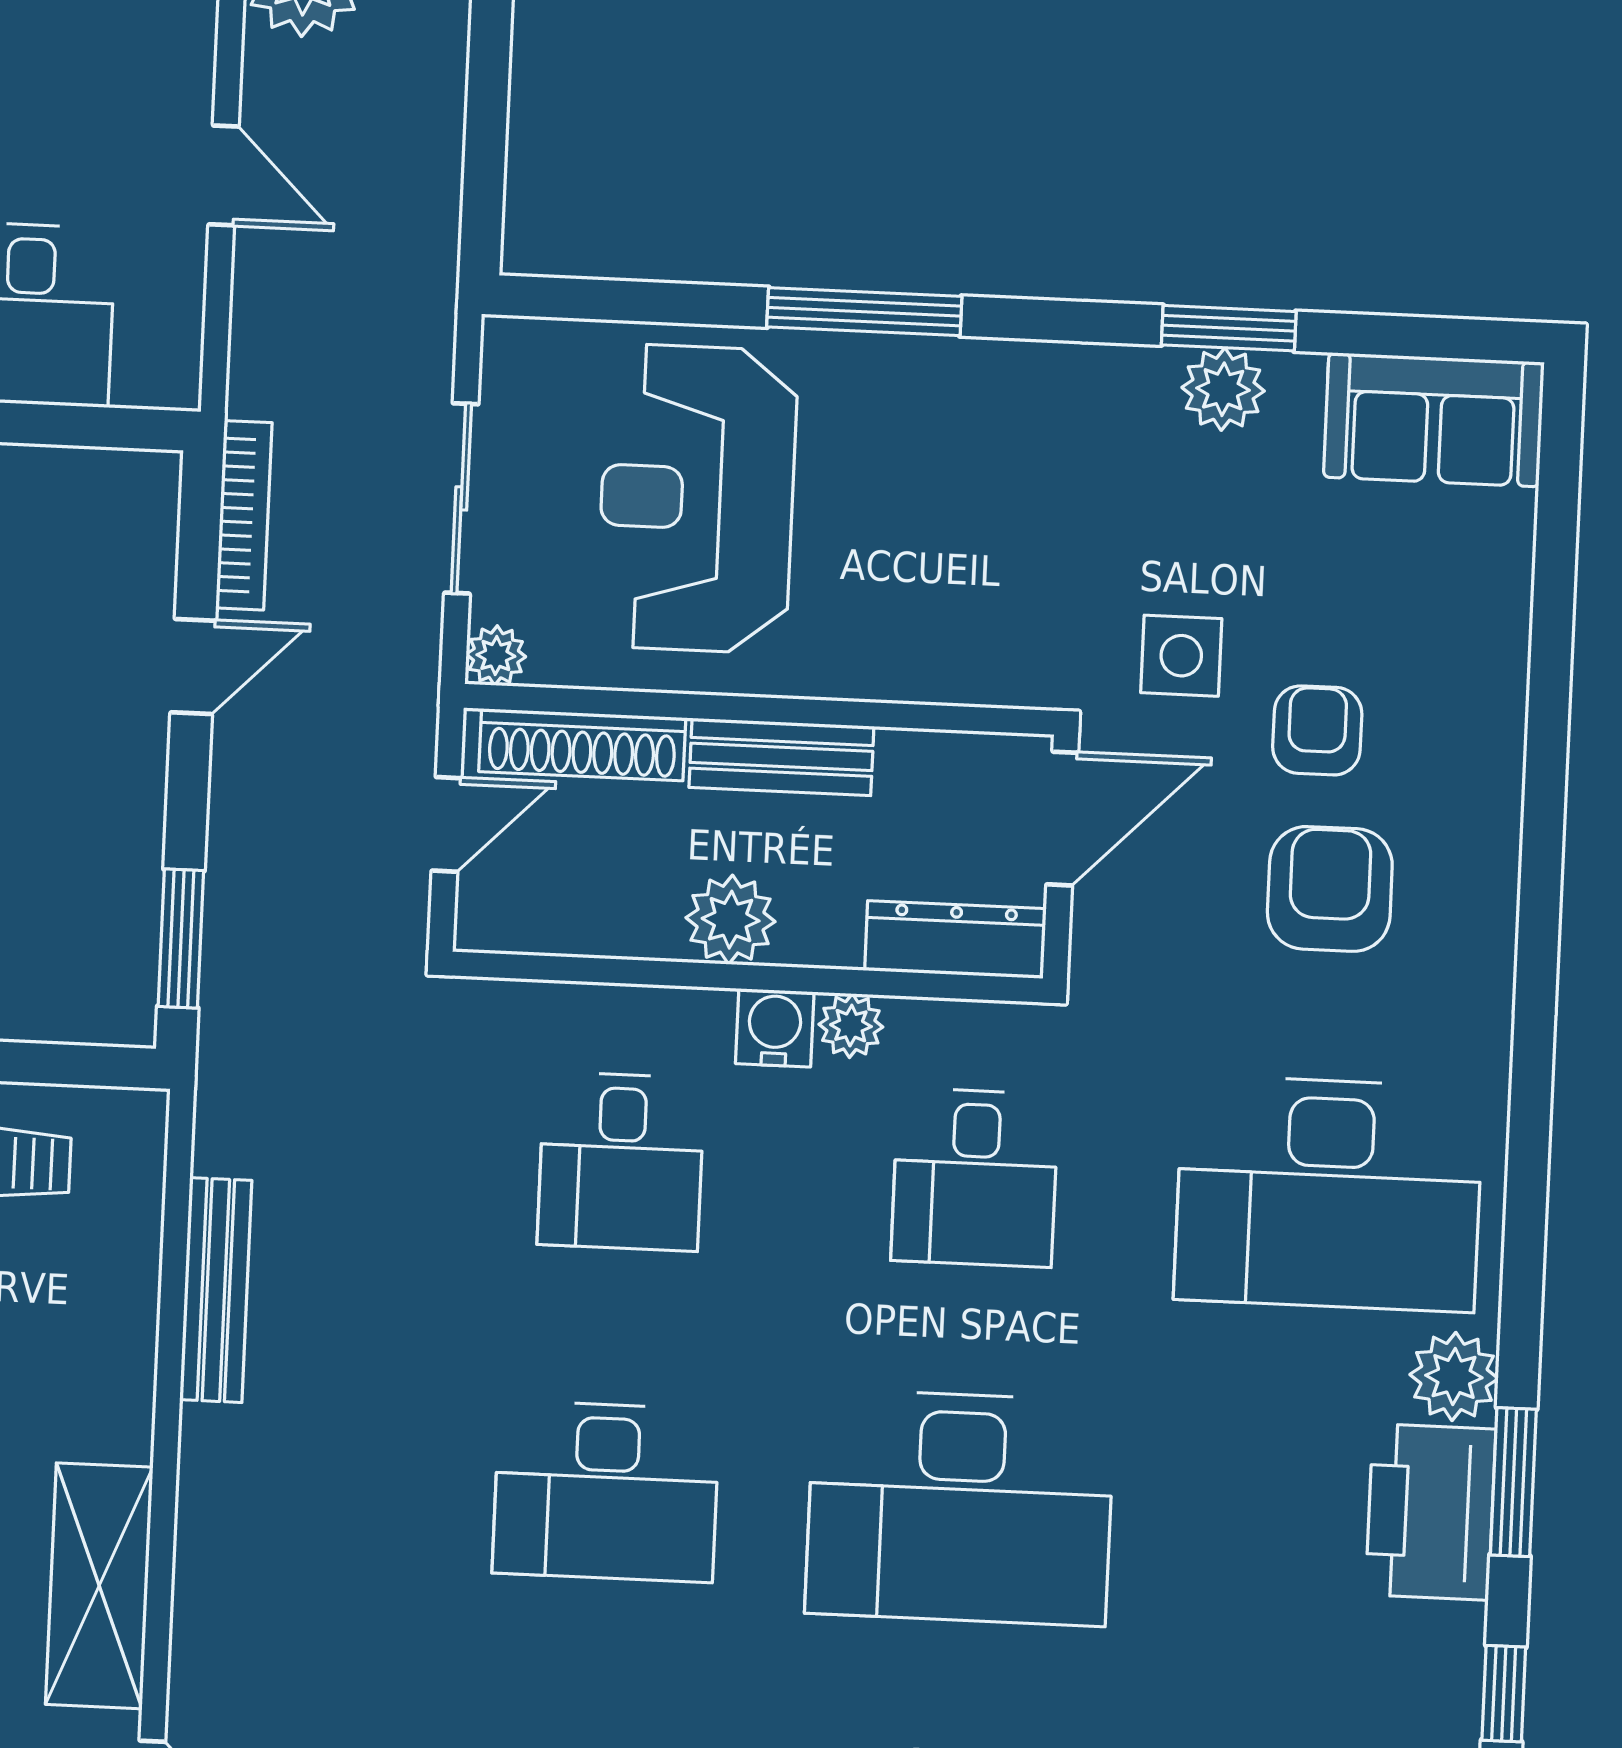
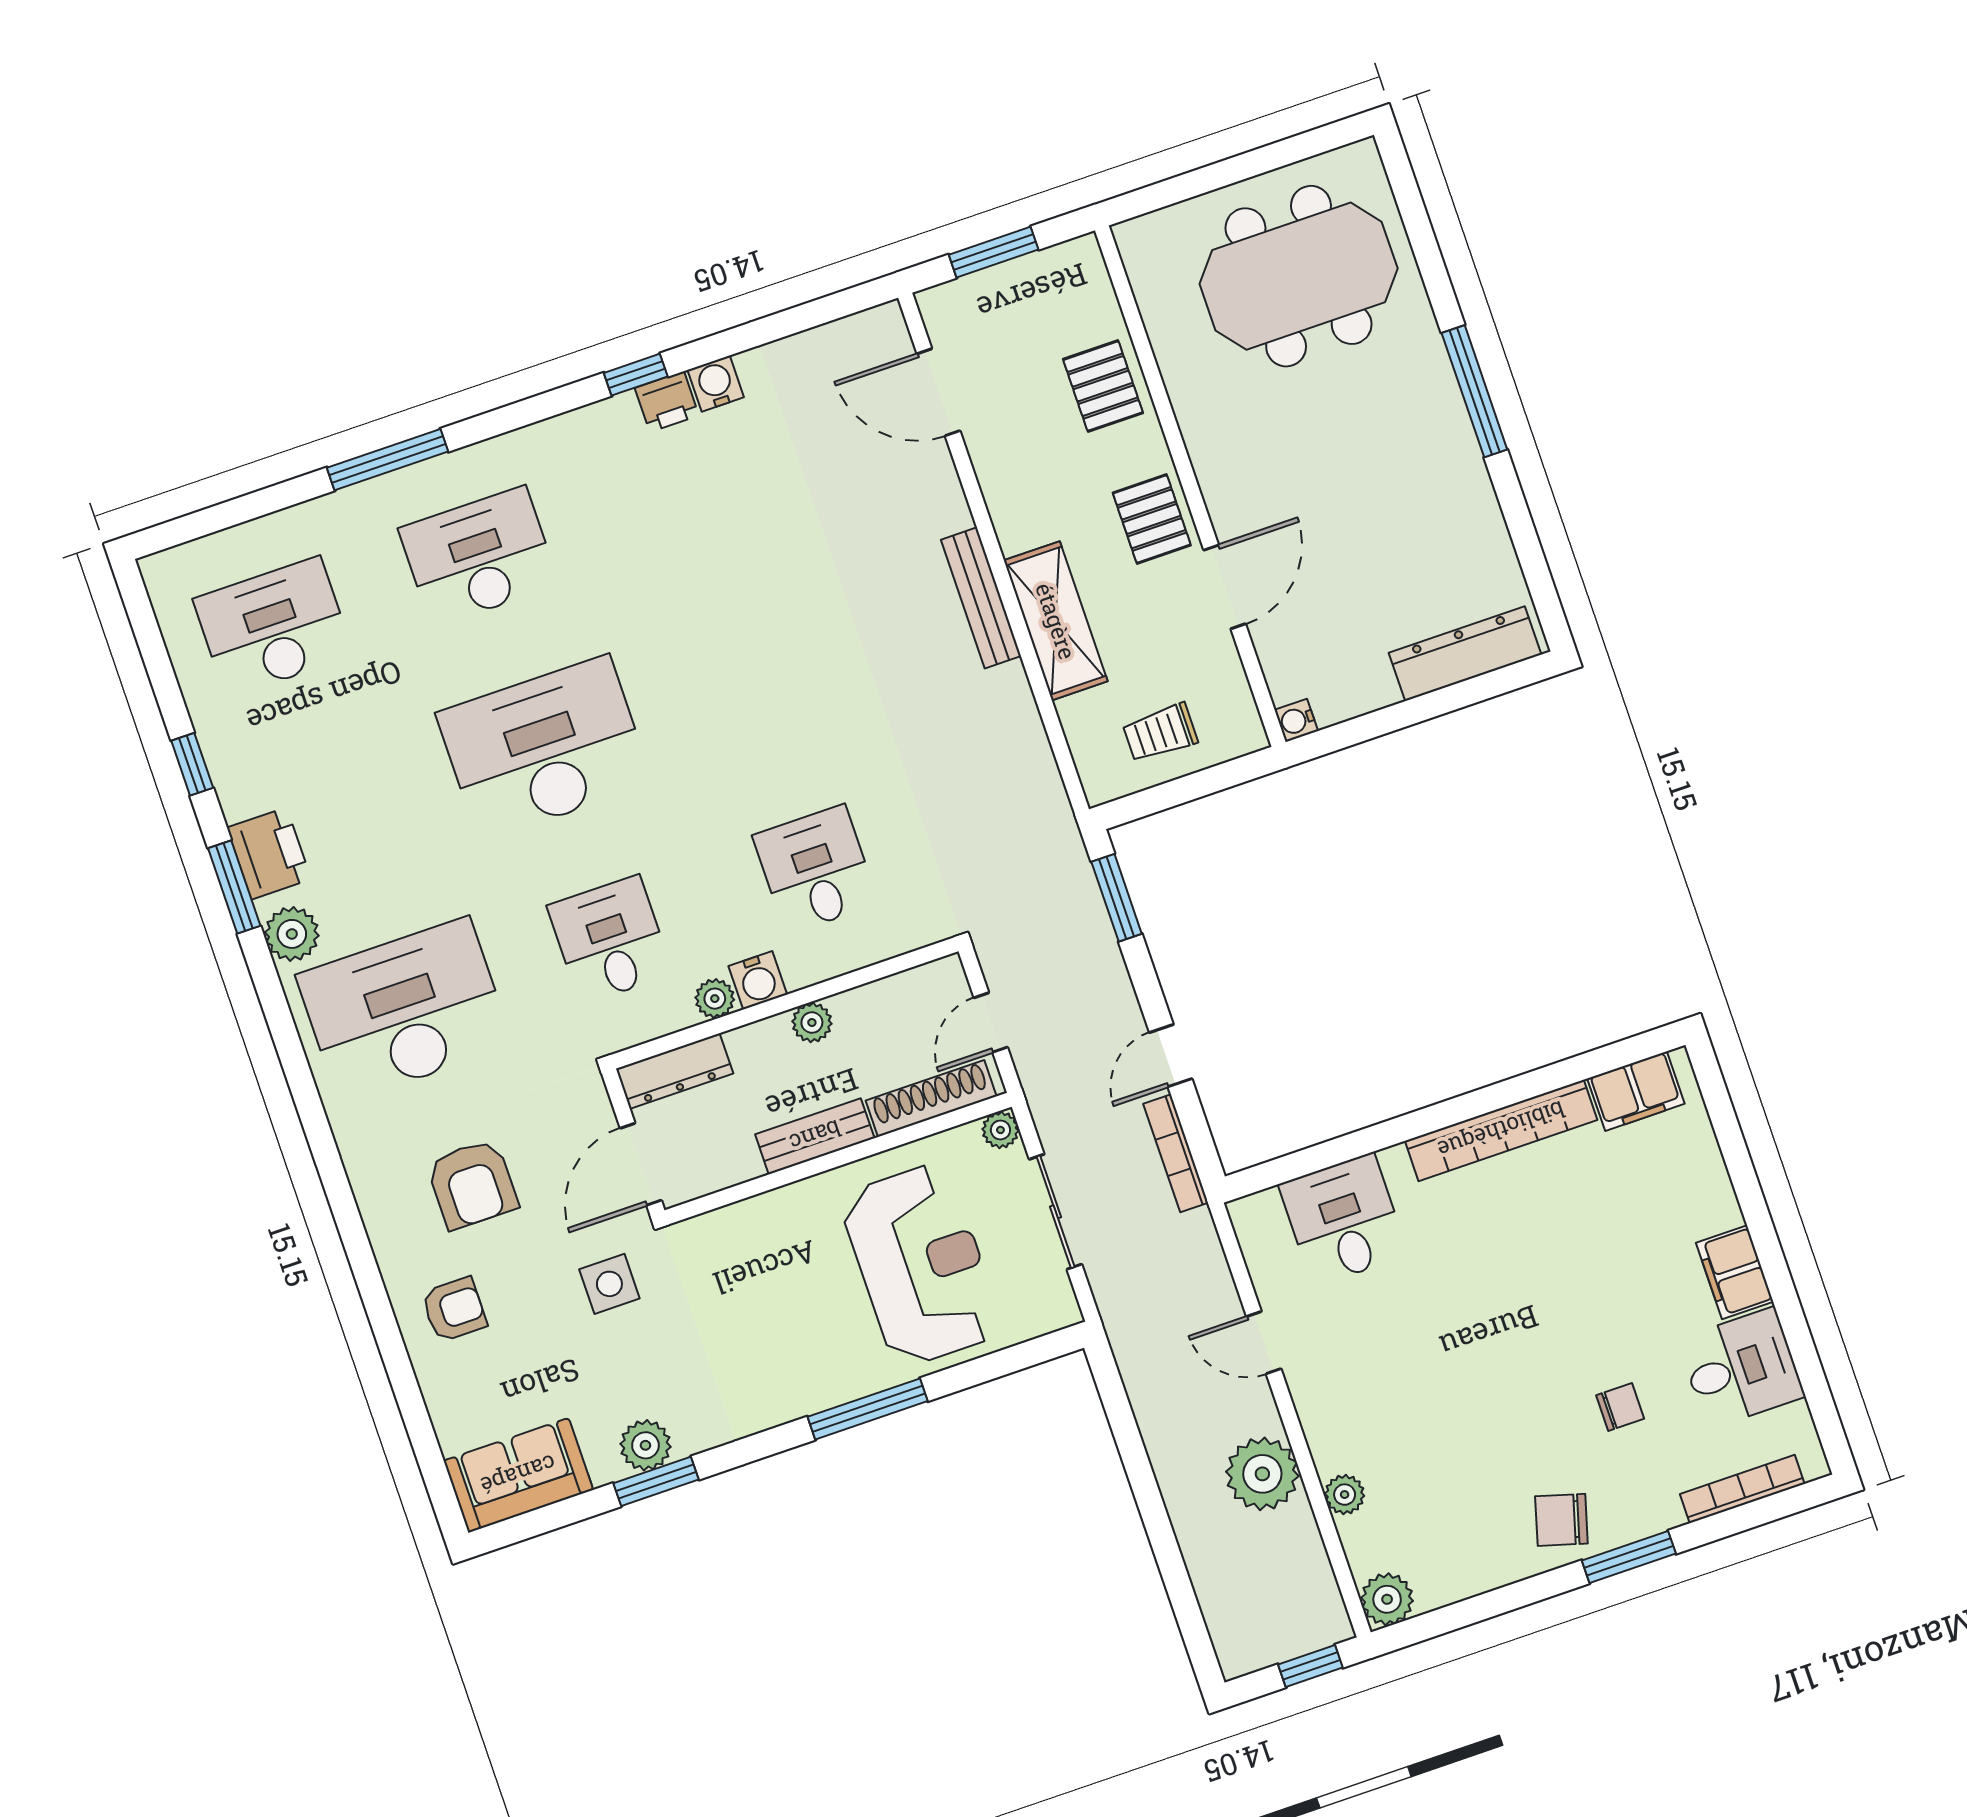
armchair: (1317, 730) -> (454, 1310), moved, turned -90
plant: (731, 920) -> (812, 1023), width x0.73, depth x0.73
bench: (216, 1290) -> (981, 598), moved
desk: (606, 1491) -> (750, 678), removed
printer: (1431, 1512) -> (269, 853), width x0.73, depth x0.84
shelving: (99, 1586) -> (1056, 621), moved

